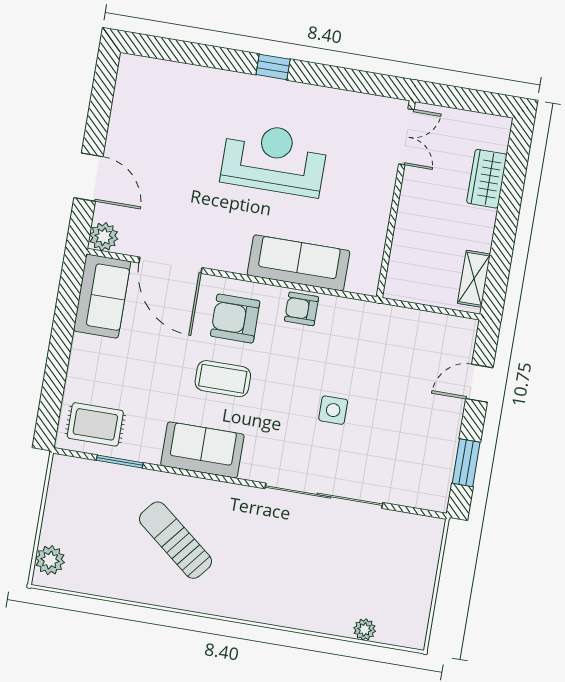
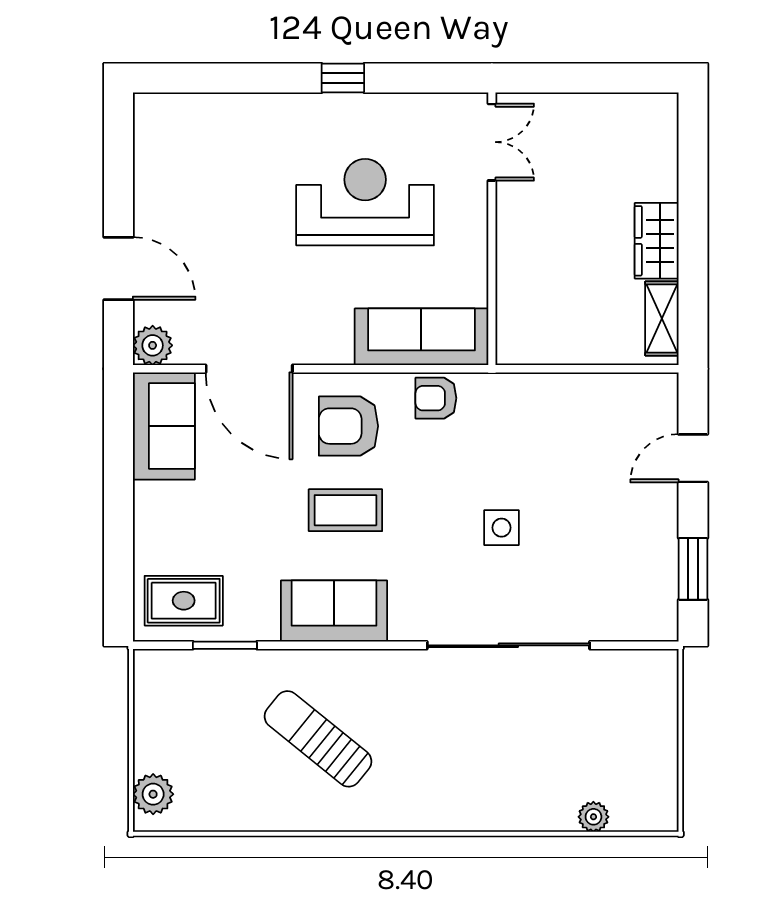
double door: (406, 137) -> (492, 142), moved
wardrobe: (487, 179) -> (657, 241), moved
wall: (396, 199) -> (492, 229), moved

